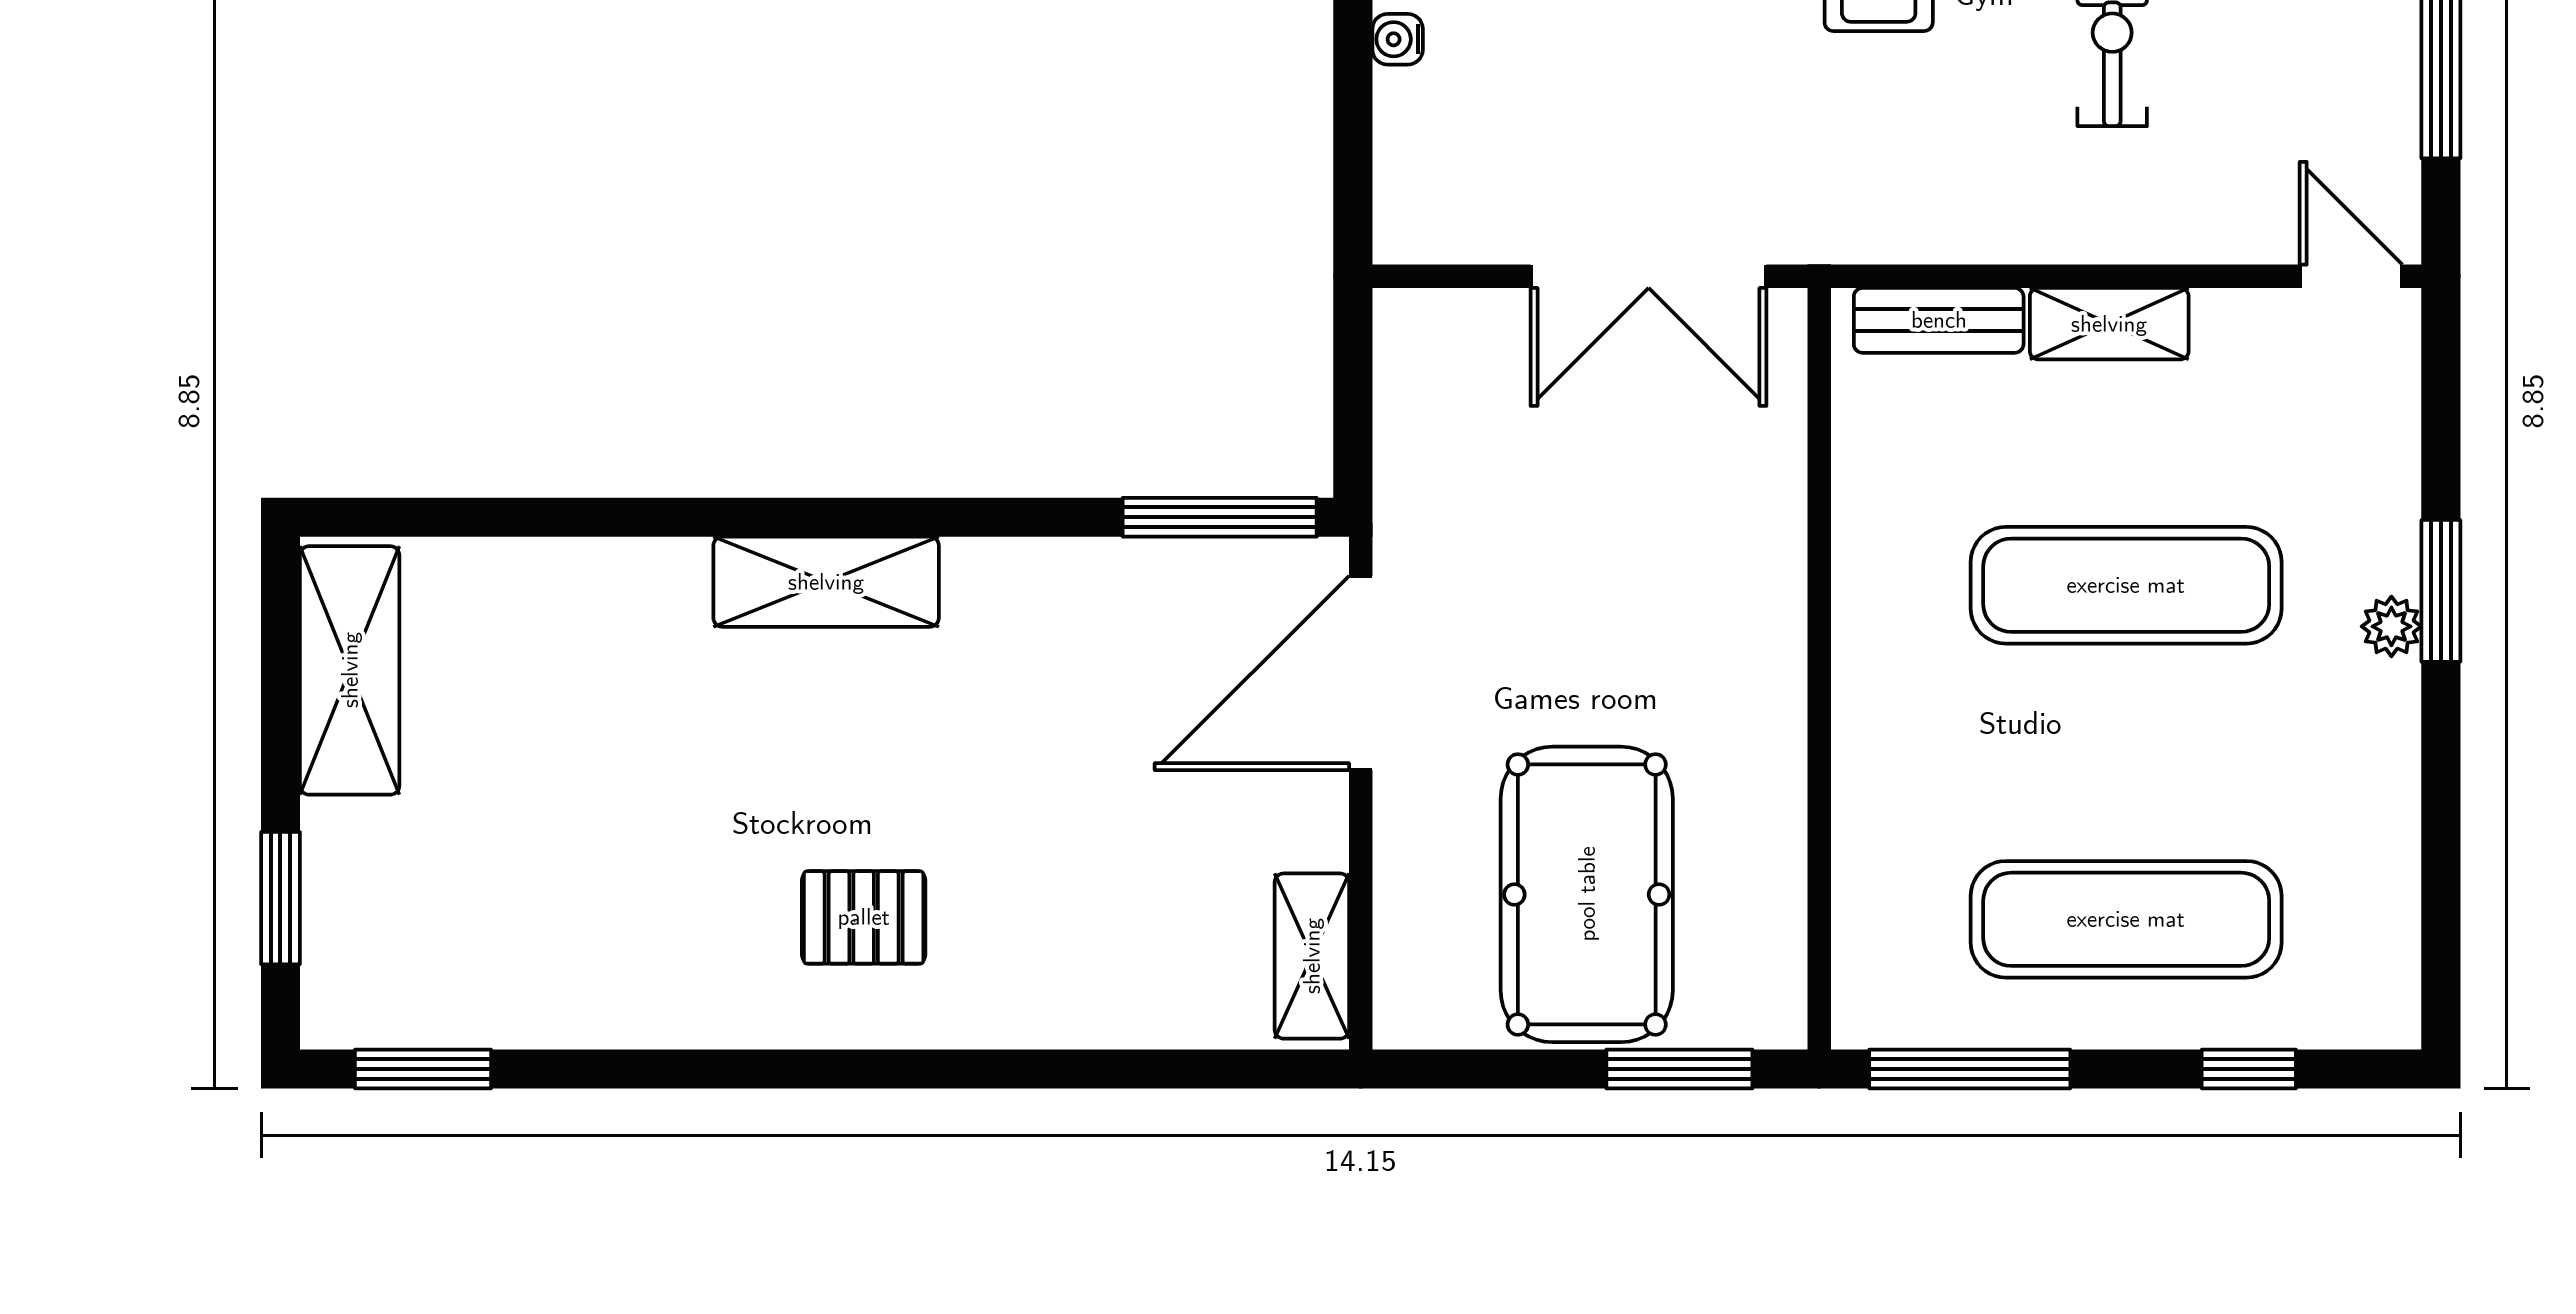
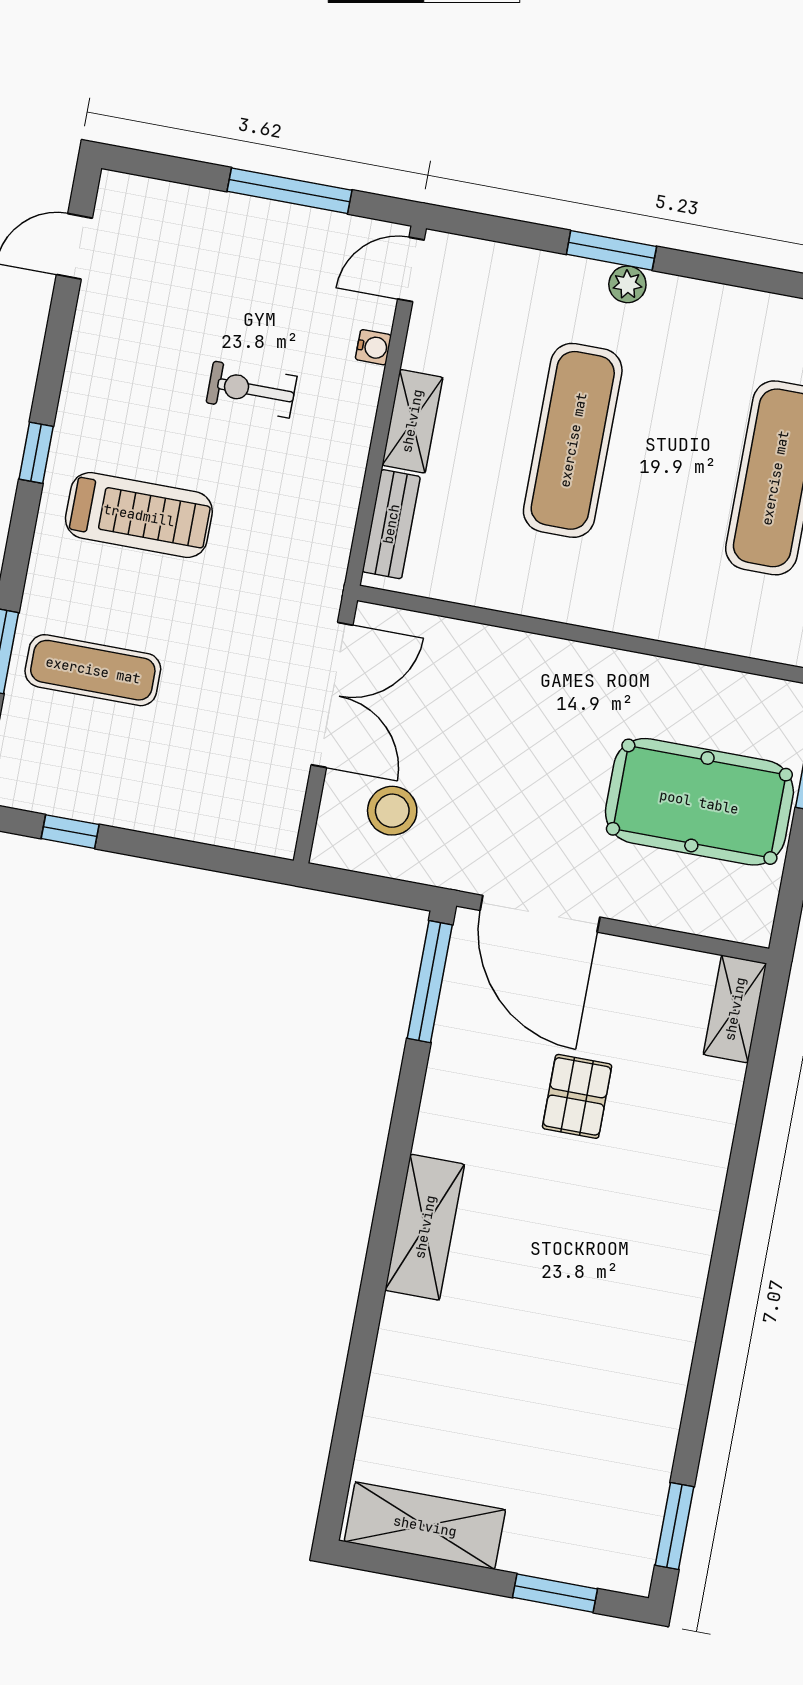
water cooler: (1398, 39) -> (373, 347), moved, turned -90
stool: (1482, 407) -> (392, 811), added
pallet: (864, 917) -> (577, 1096), moved
shelving: (1312, 956) -> (735, 1009), moved, turned 90

